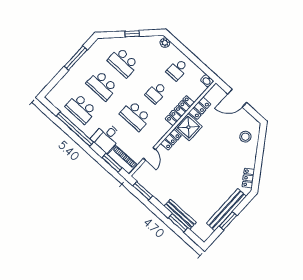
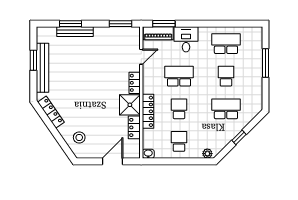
window: (76, 58) -> (265, 63), moved
school desk: (102, 85) -> (226, 76), width x0.54
window: (75, 129) -> (216, 24), removed
door: (149, 154) -> (141, 57), swing flipped
locker: (248, 178) -> (51, 112), width x1.53

